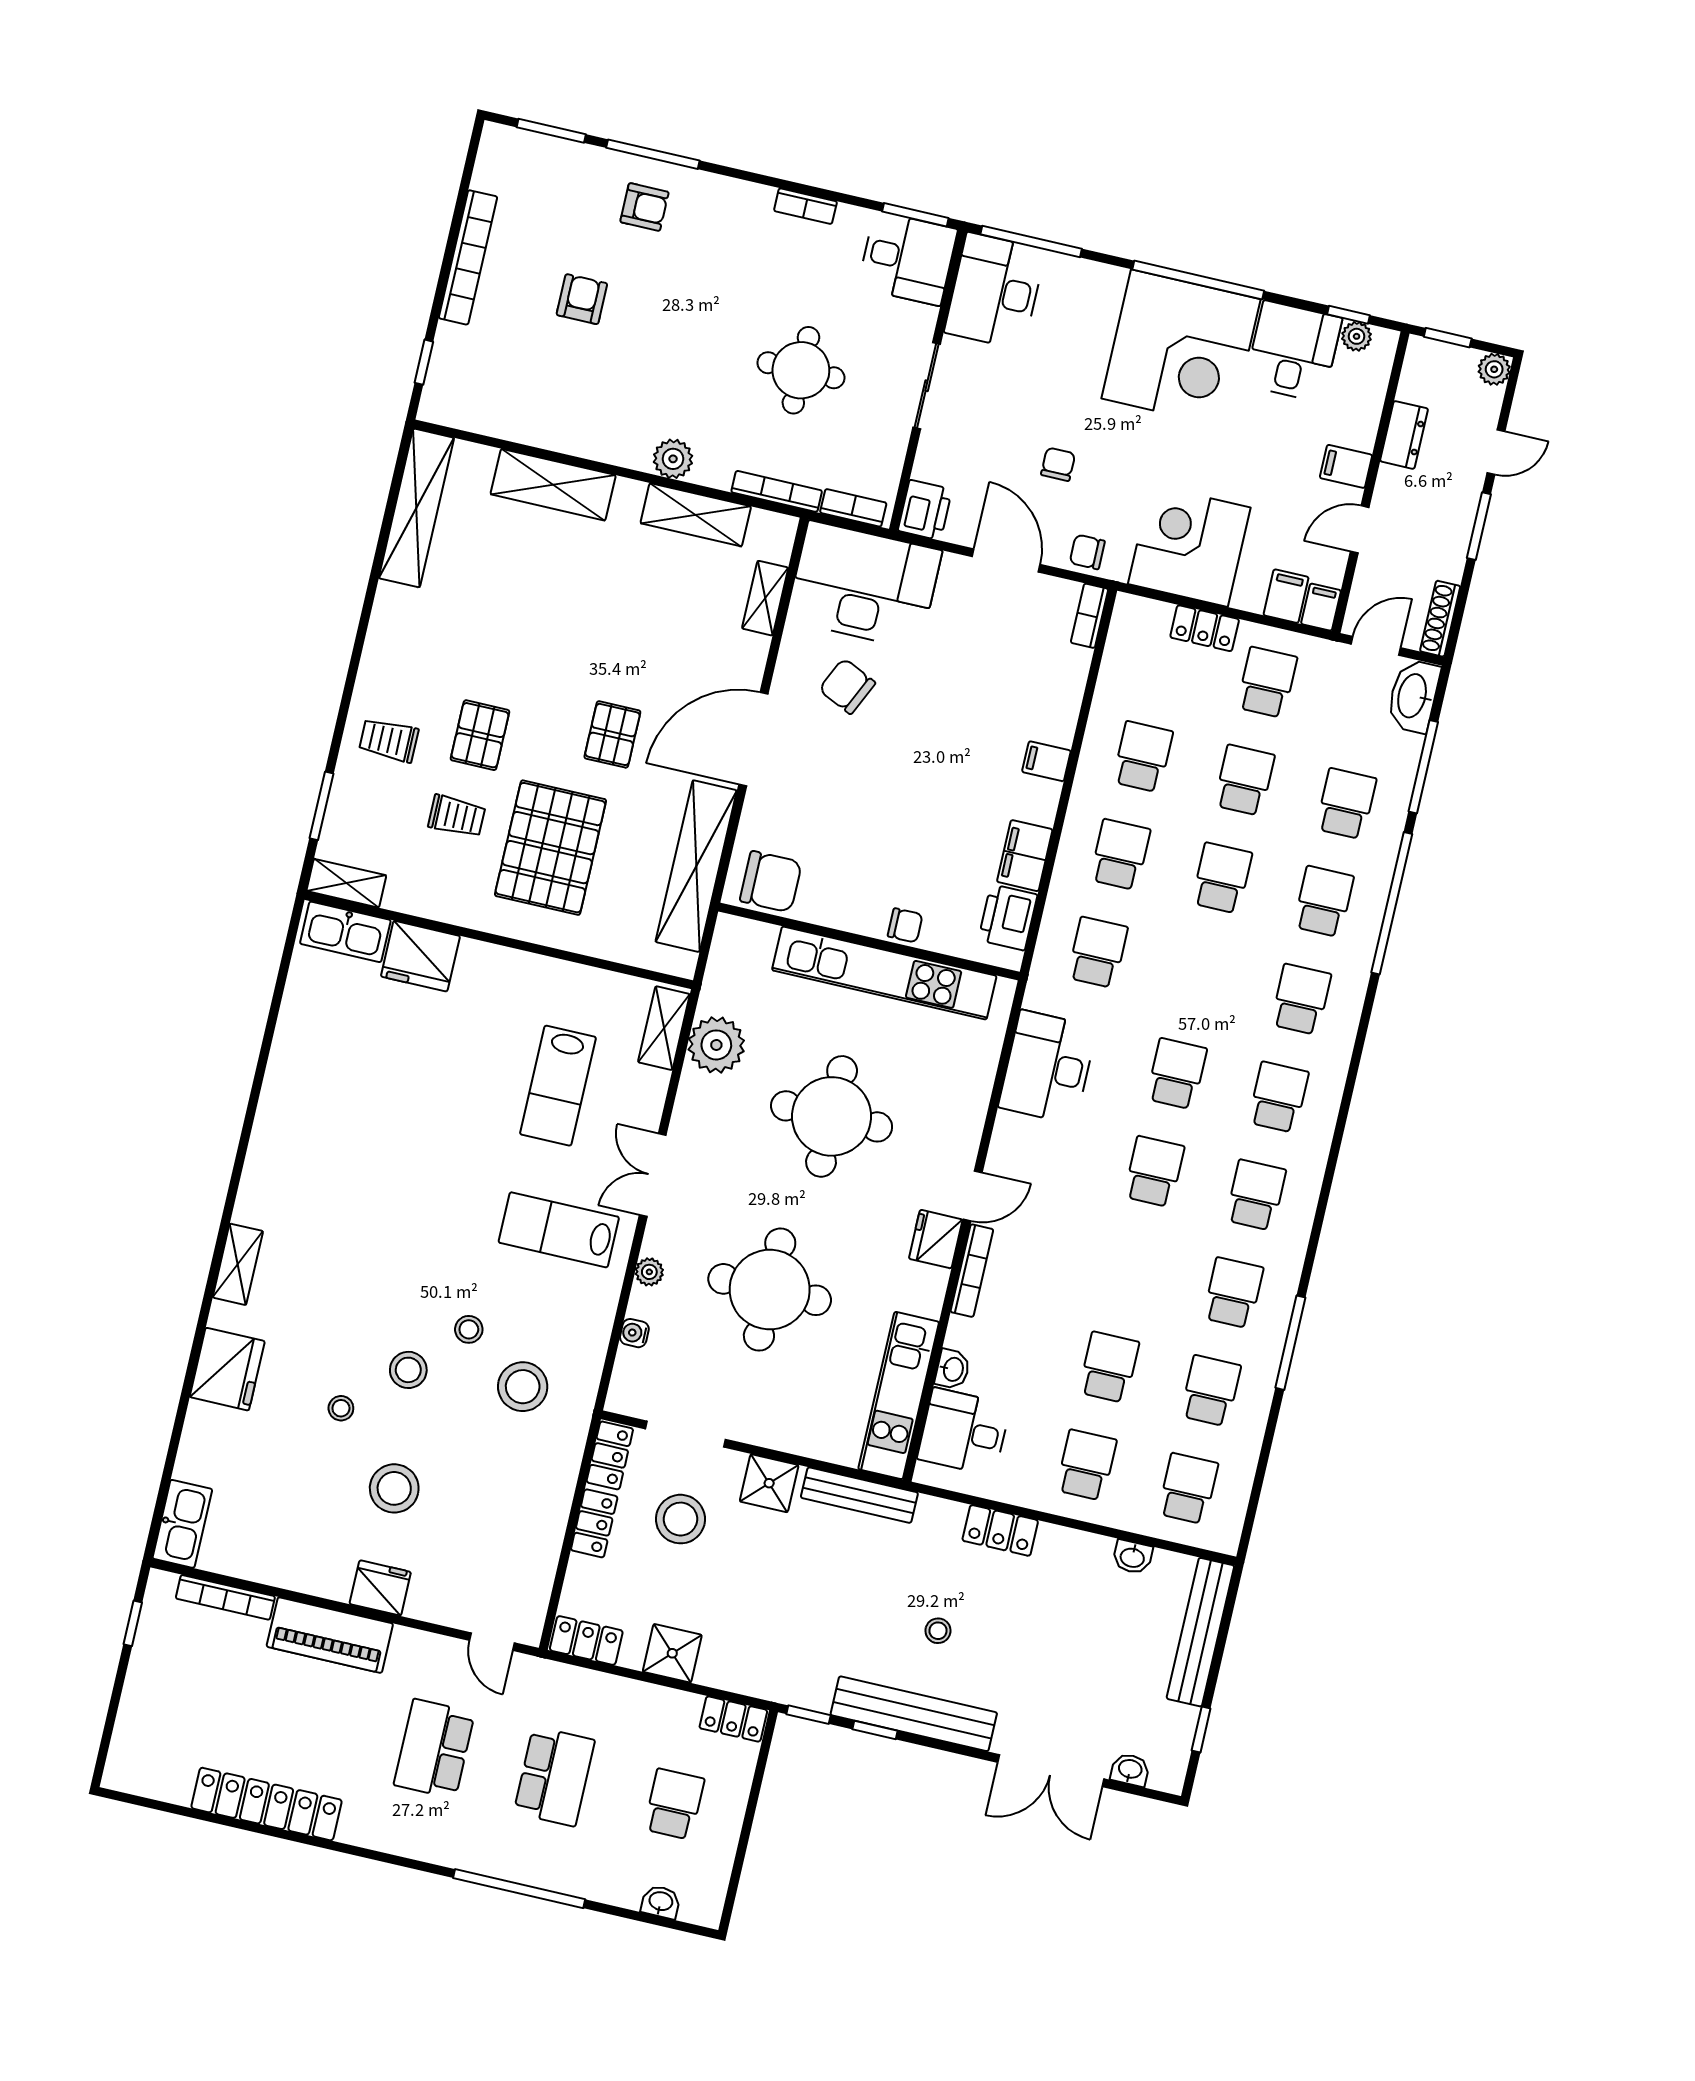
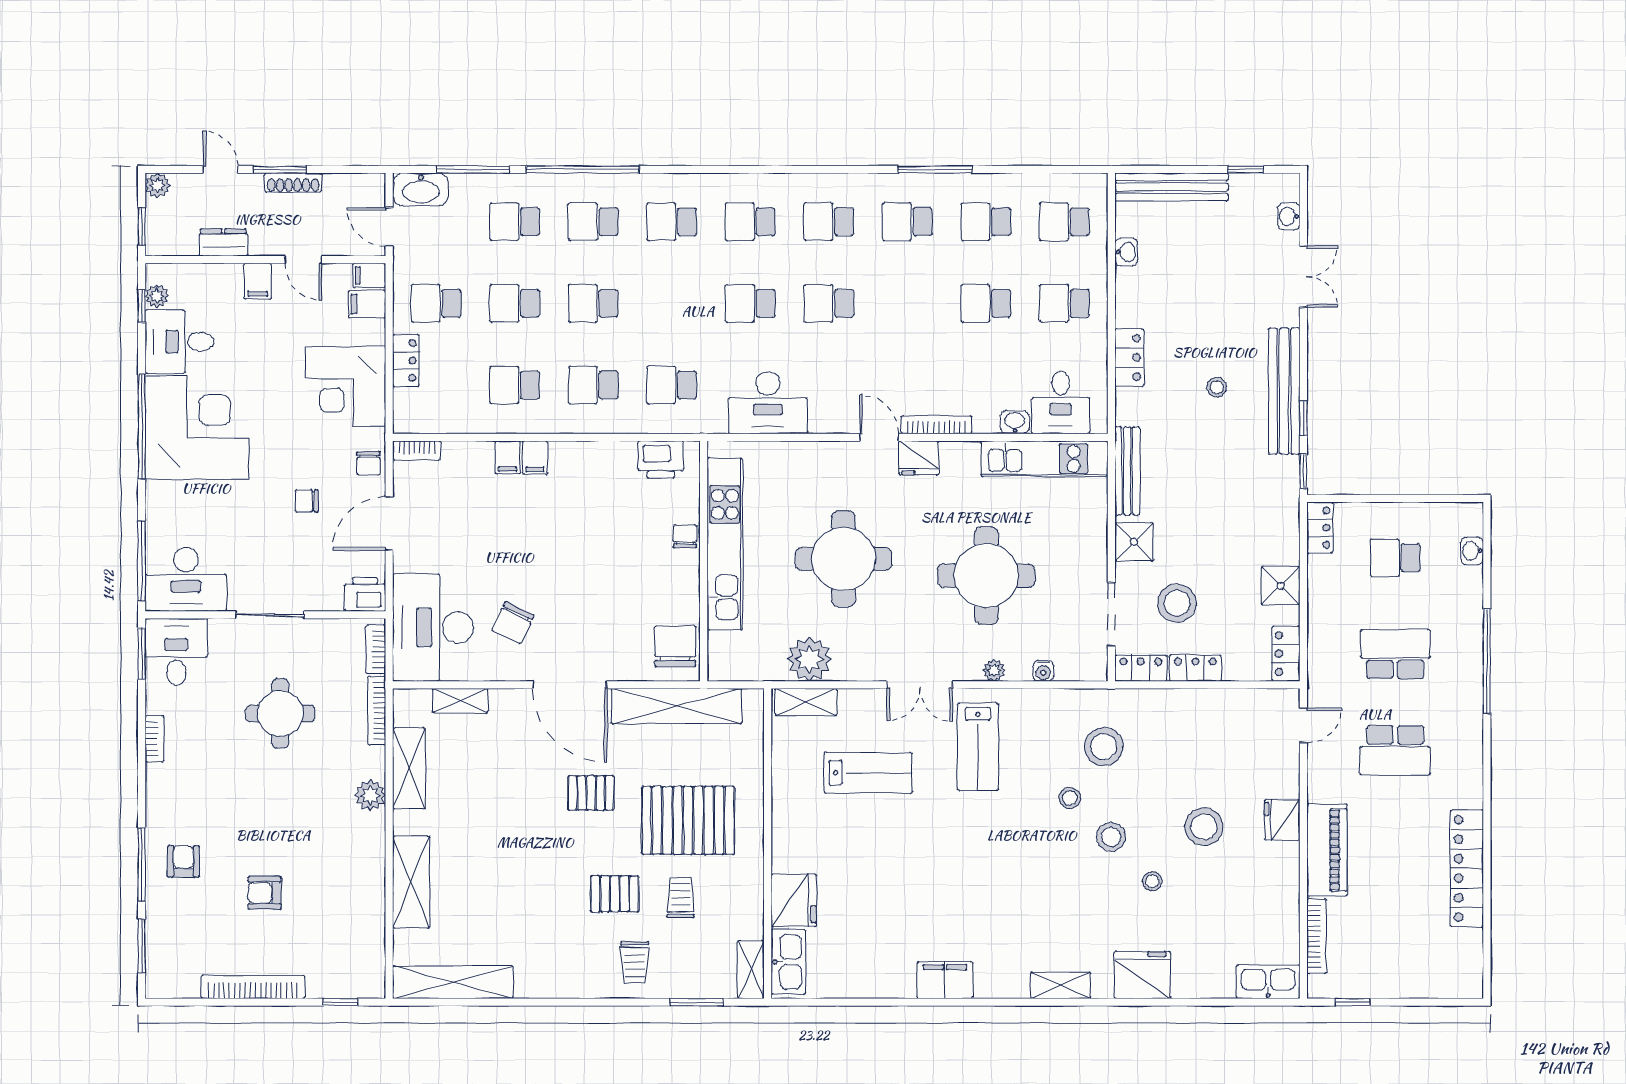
shoe rack: (1440, 619) -> (293, 183), moved
filing cabinet: (1025, 856) -> (508, 457), moved, width x0.50
filing cabinet: (278, 1121) -> (945, 980), added
double door: (1051, 1771) -> (1303, 277), width x0.73

